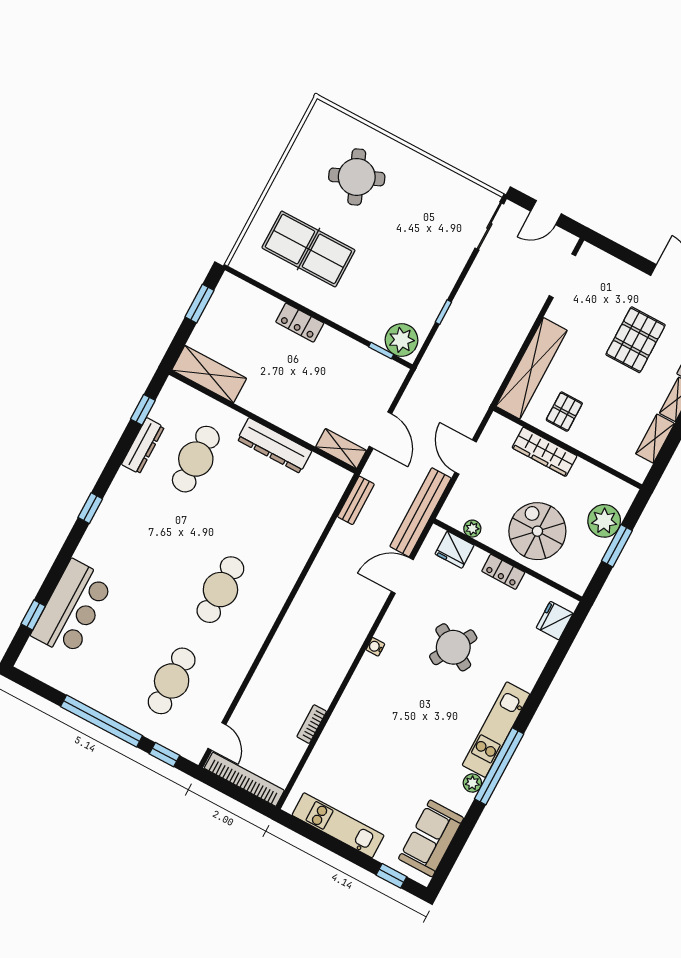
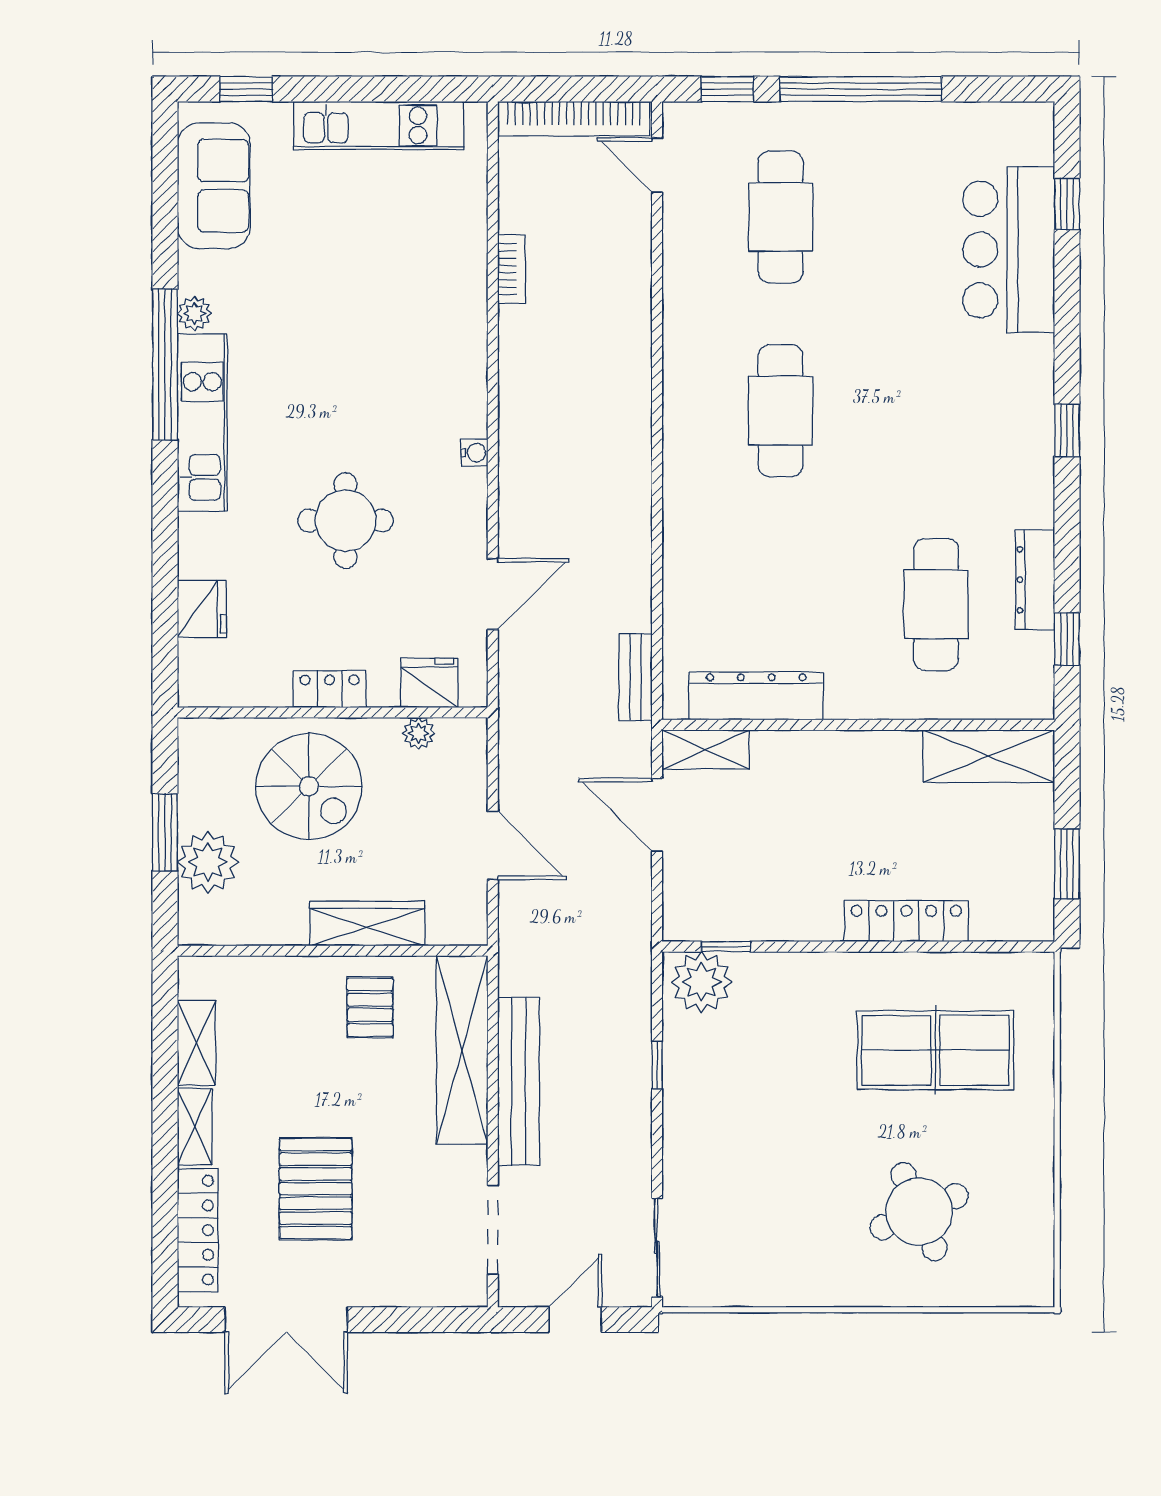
locker: (300, 323) -> (906, 921), width x1.53
dresser: (274, 445) -> (756, 696), moved
bench: (420, 512) -> (519, 1081), moved
fridge: (555, 621) -> (202, 609), moved
round table: (453, 647) -> (345, 521), turned -30

